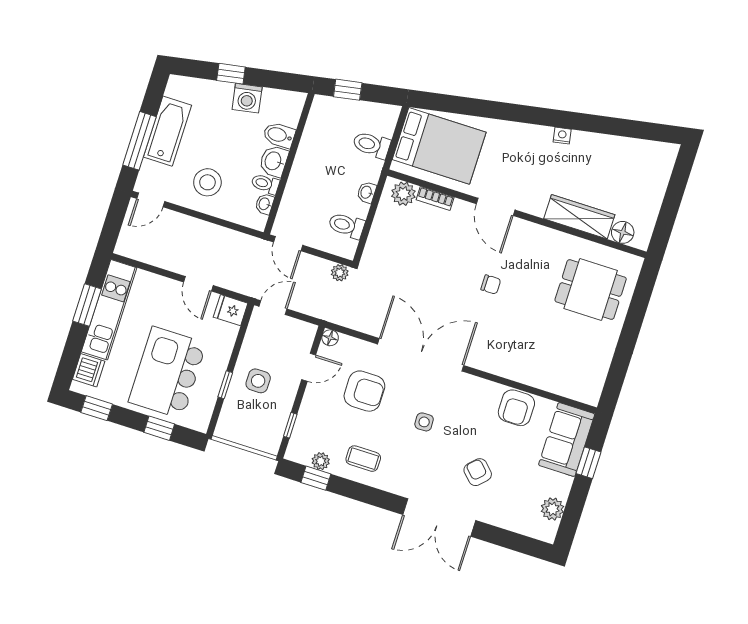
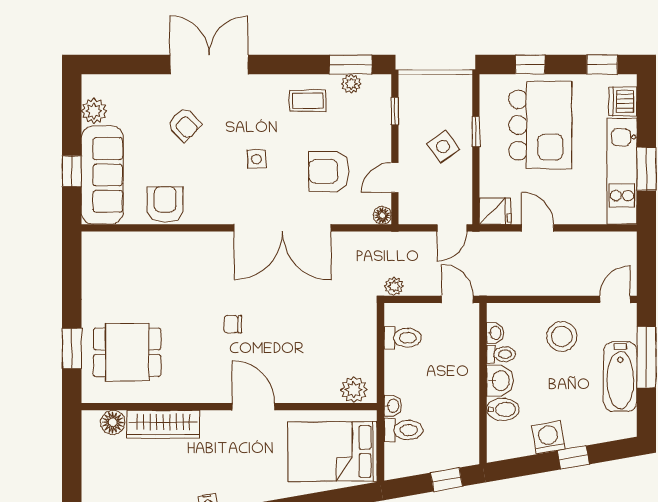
washbasin: (367, 192) -> (393, 406), moved
bookcase: (435, 198) -> (319, 395), removed
window: (638, 308) -> (72, 348), added
side table: (258, 381) -> (443, 147), turned -36
sofa: (567, 440) -> (102, 175), width x1.36
window: (316, 478) -> (351, 65), width x1.50

